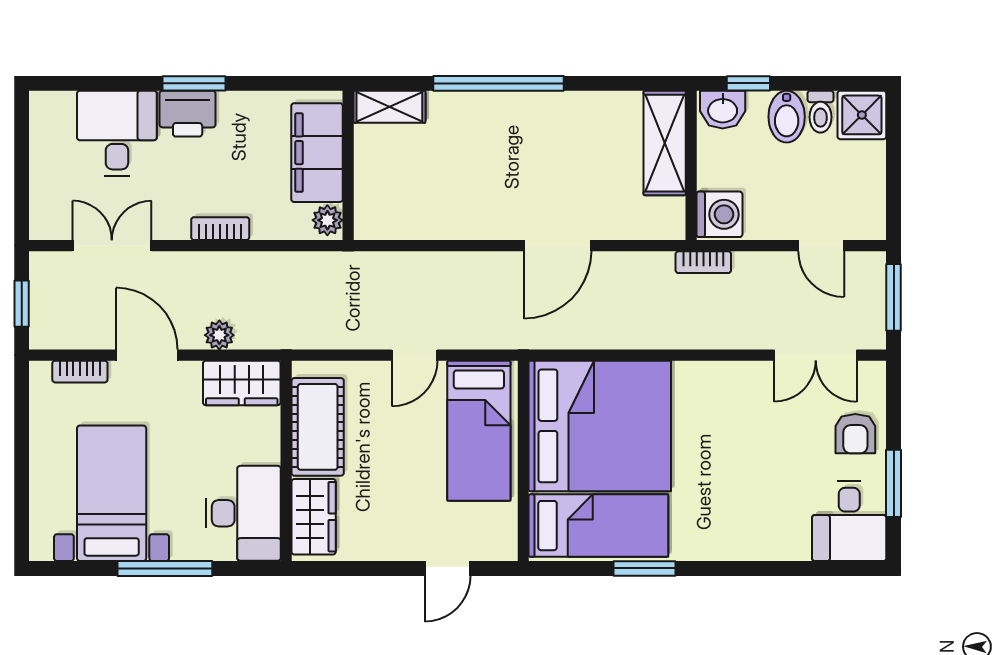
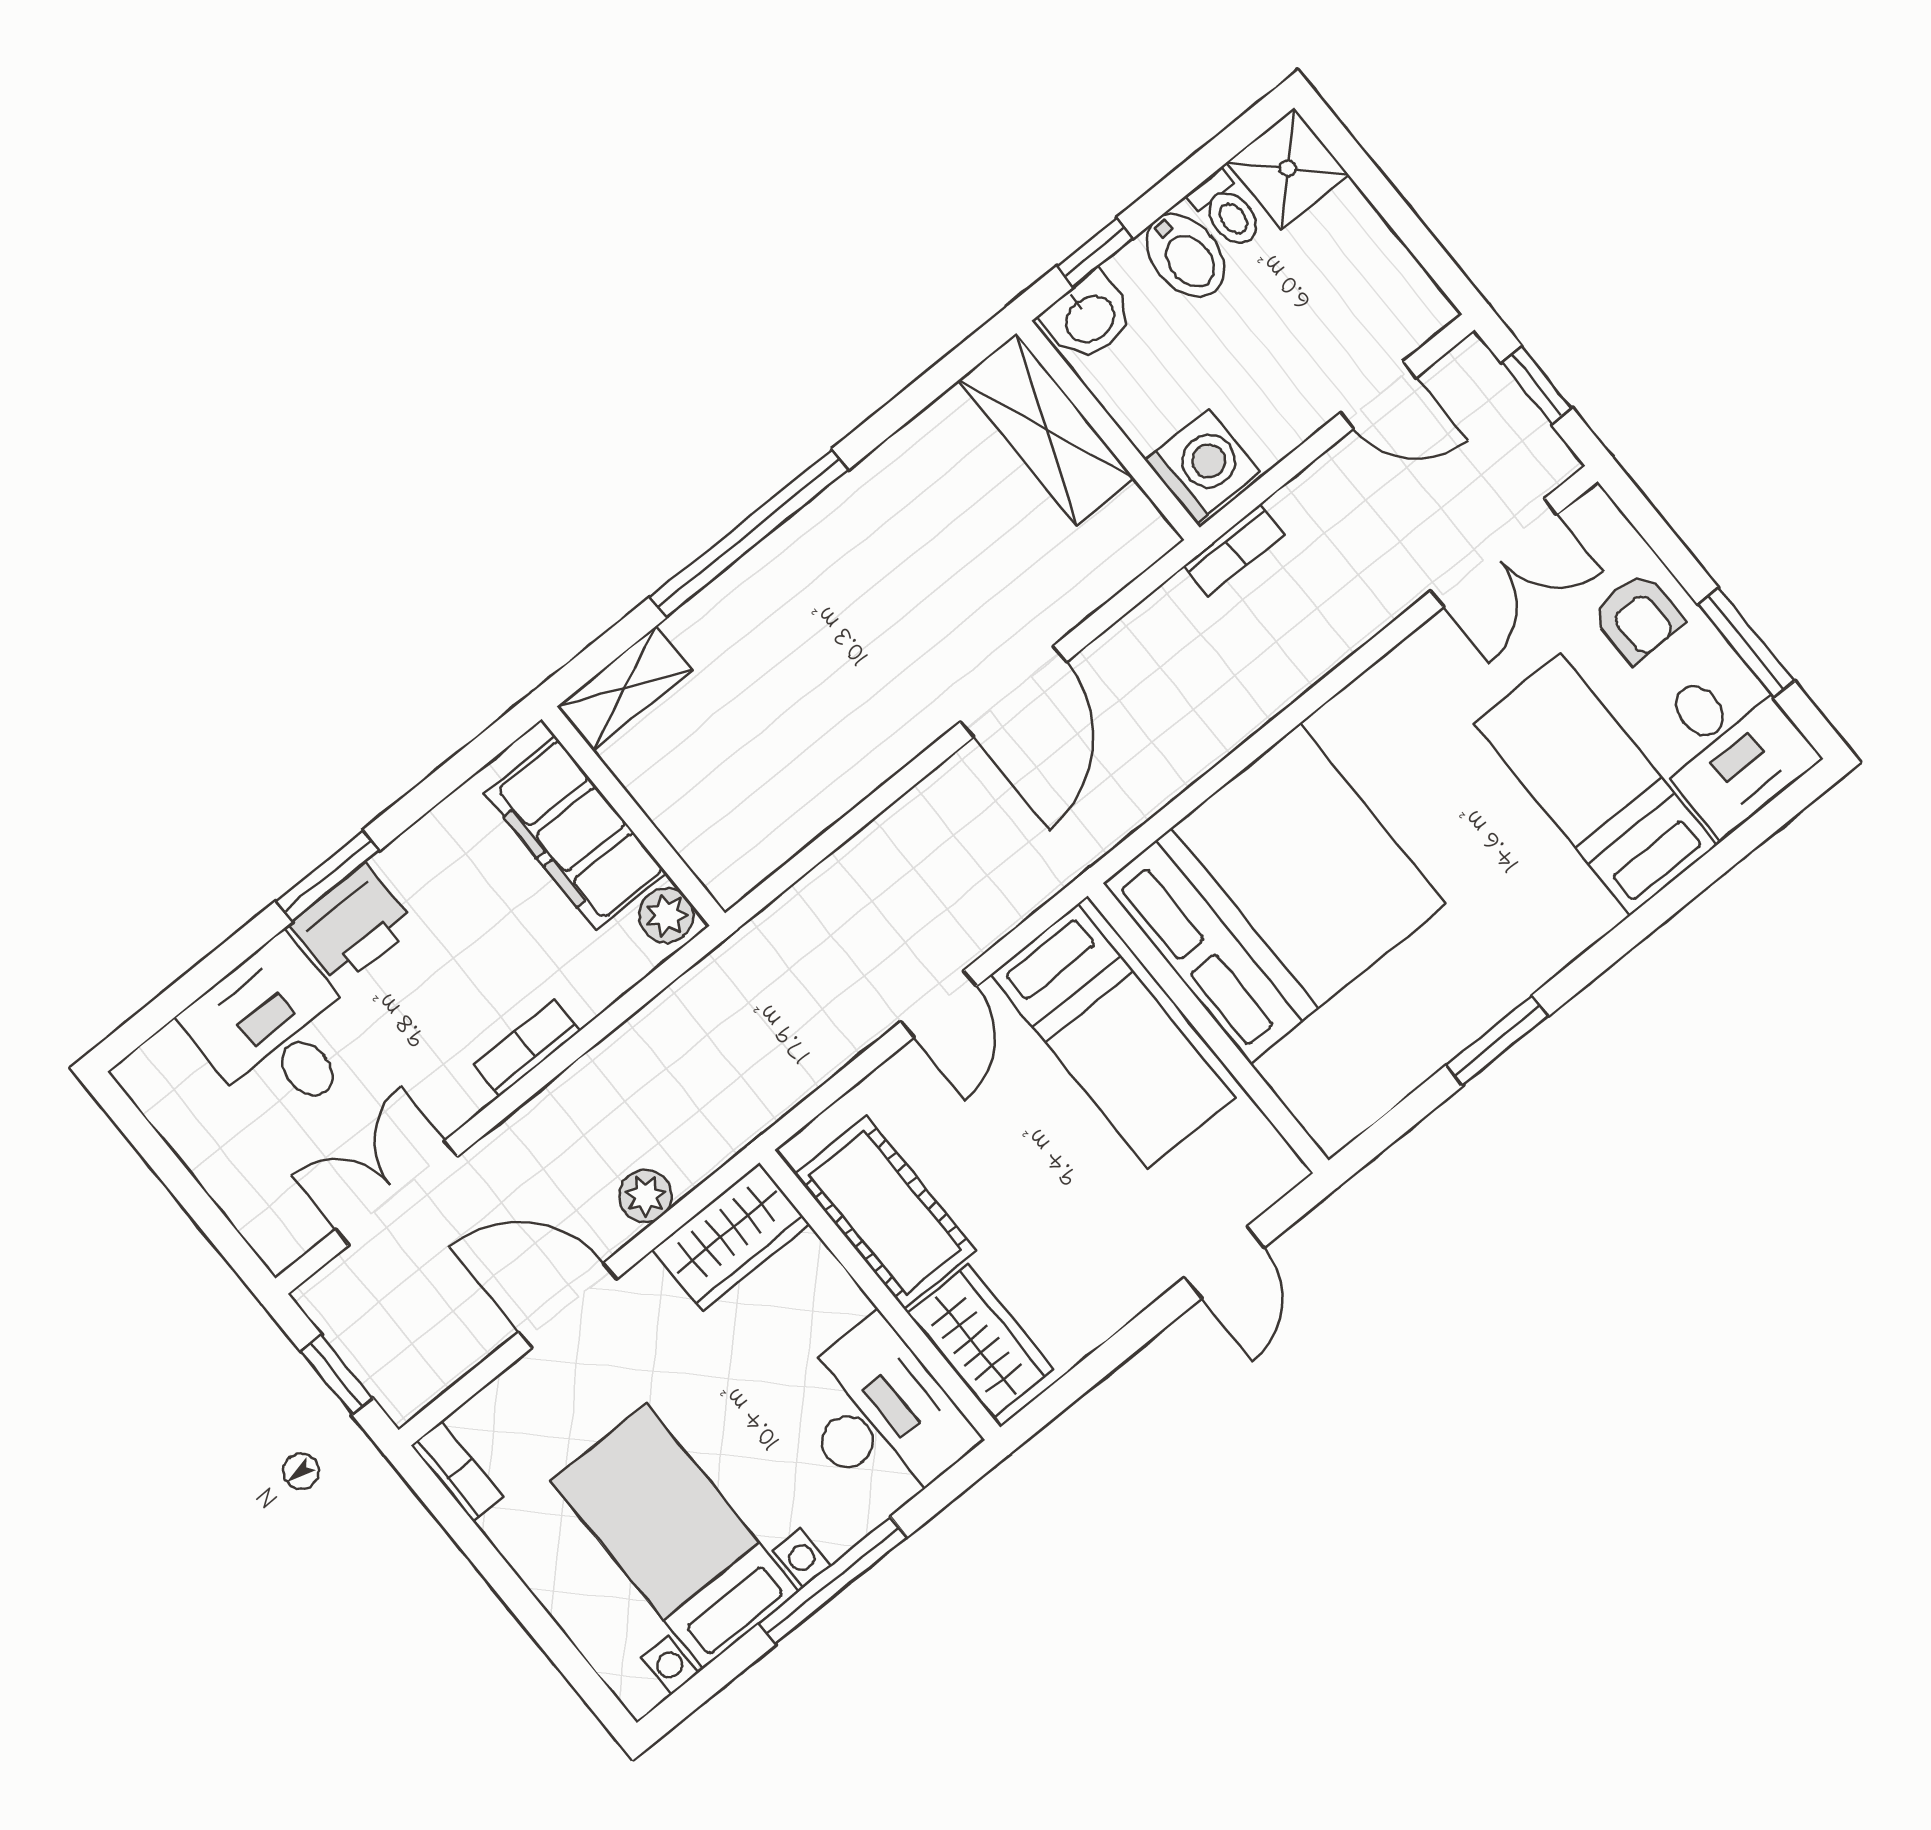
window: (894, 297) -> (1537, 385), width x0.67
bookcase: (80, 372) -> (457, 1471), moved, turned -90
bed: (598, 526) -> (1595, 784), moved, turned -90

